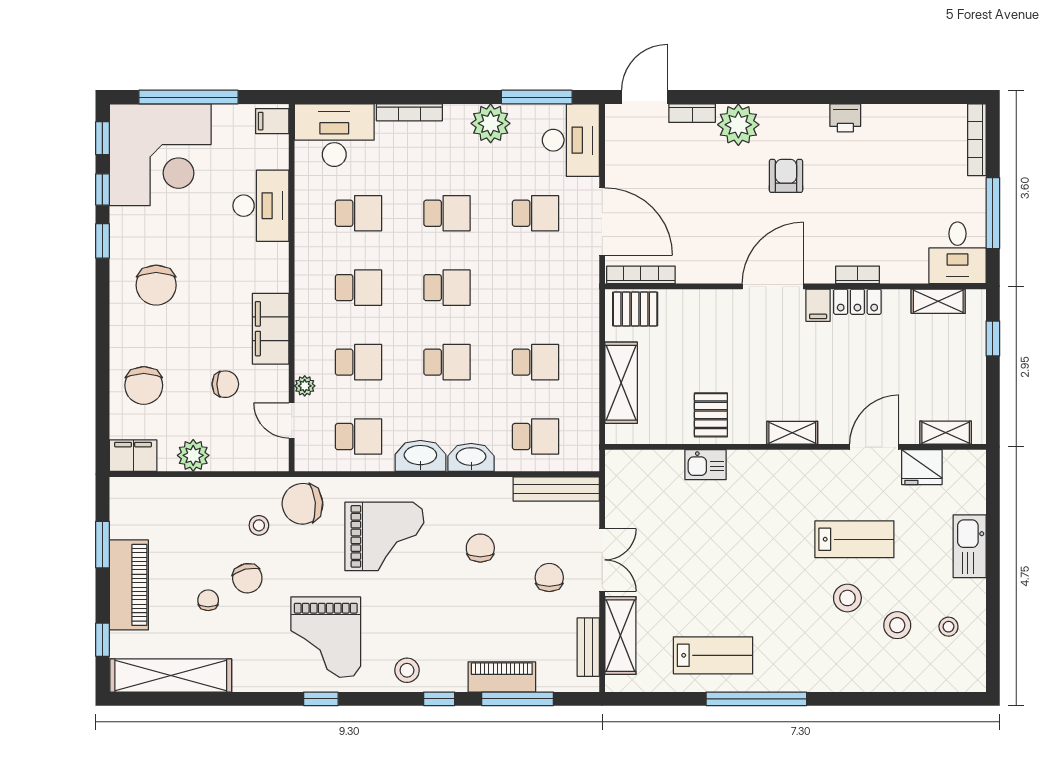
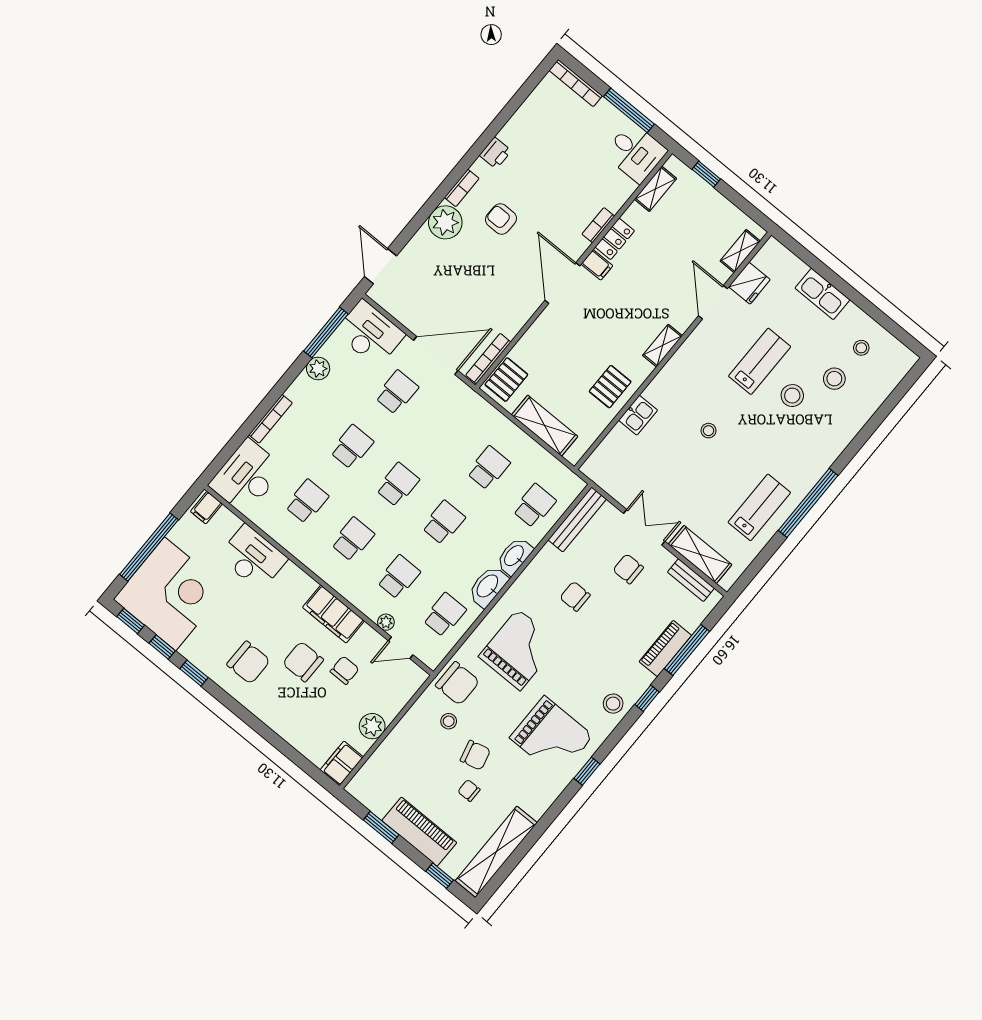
bookcase: (692, 113) -> (462, 188), moved
plant: (491, 123) -> (318, 369), width x0.73, depth x0.73
chair: (144, 385) -> (303, 662), moved, turned 180
pallet: (711, 415) -> (610, 387), turned 90
chair: (302, 504) -> (457, 683), turned -85
stool: (747, 545) -> (709, 431), added

